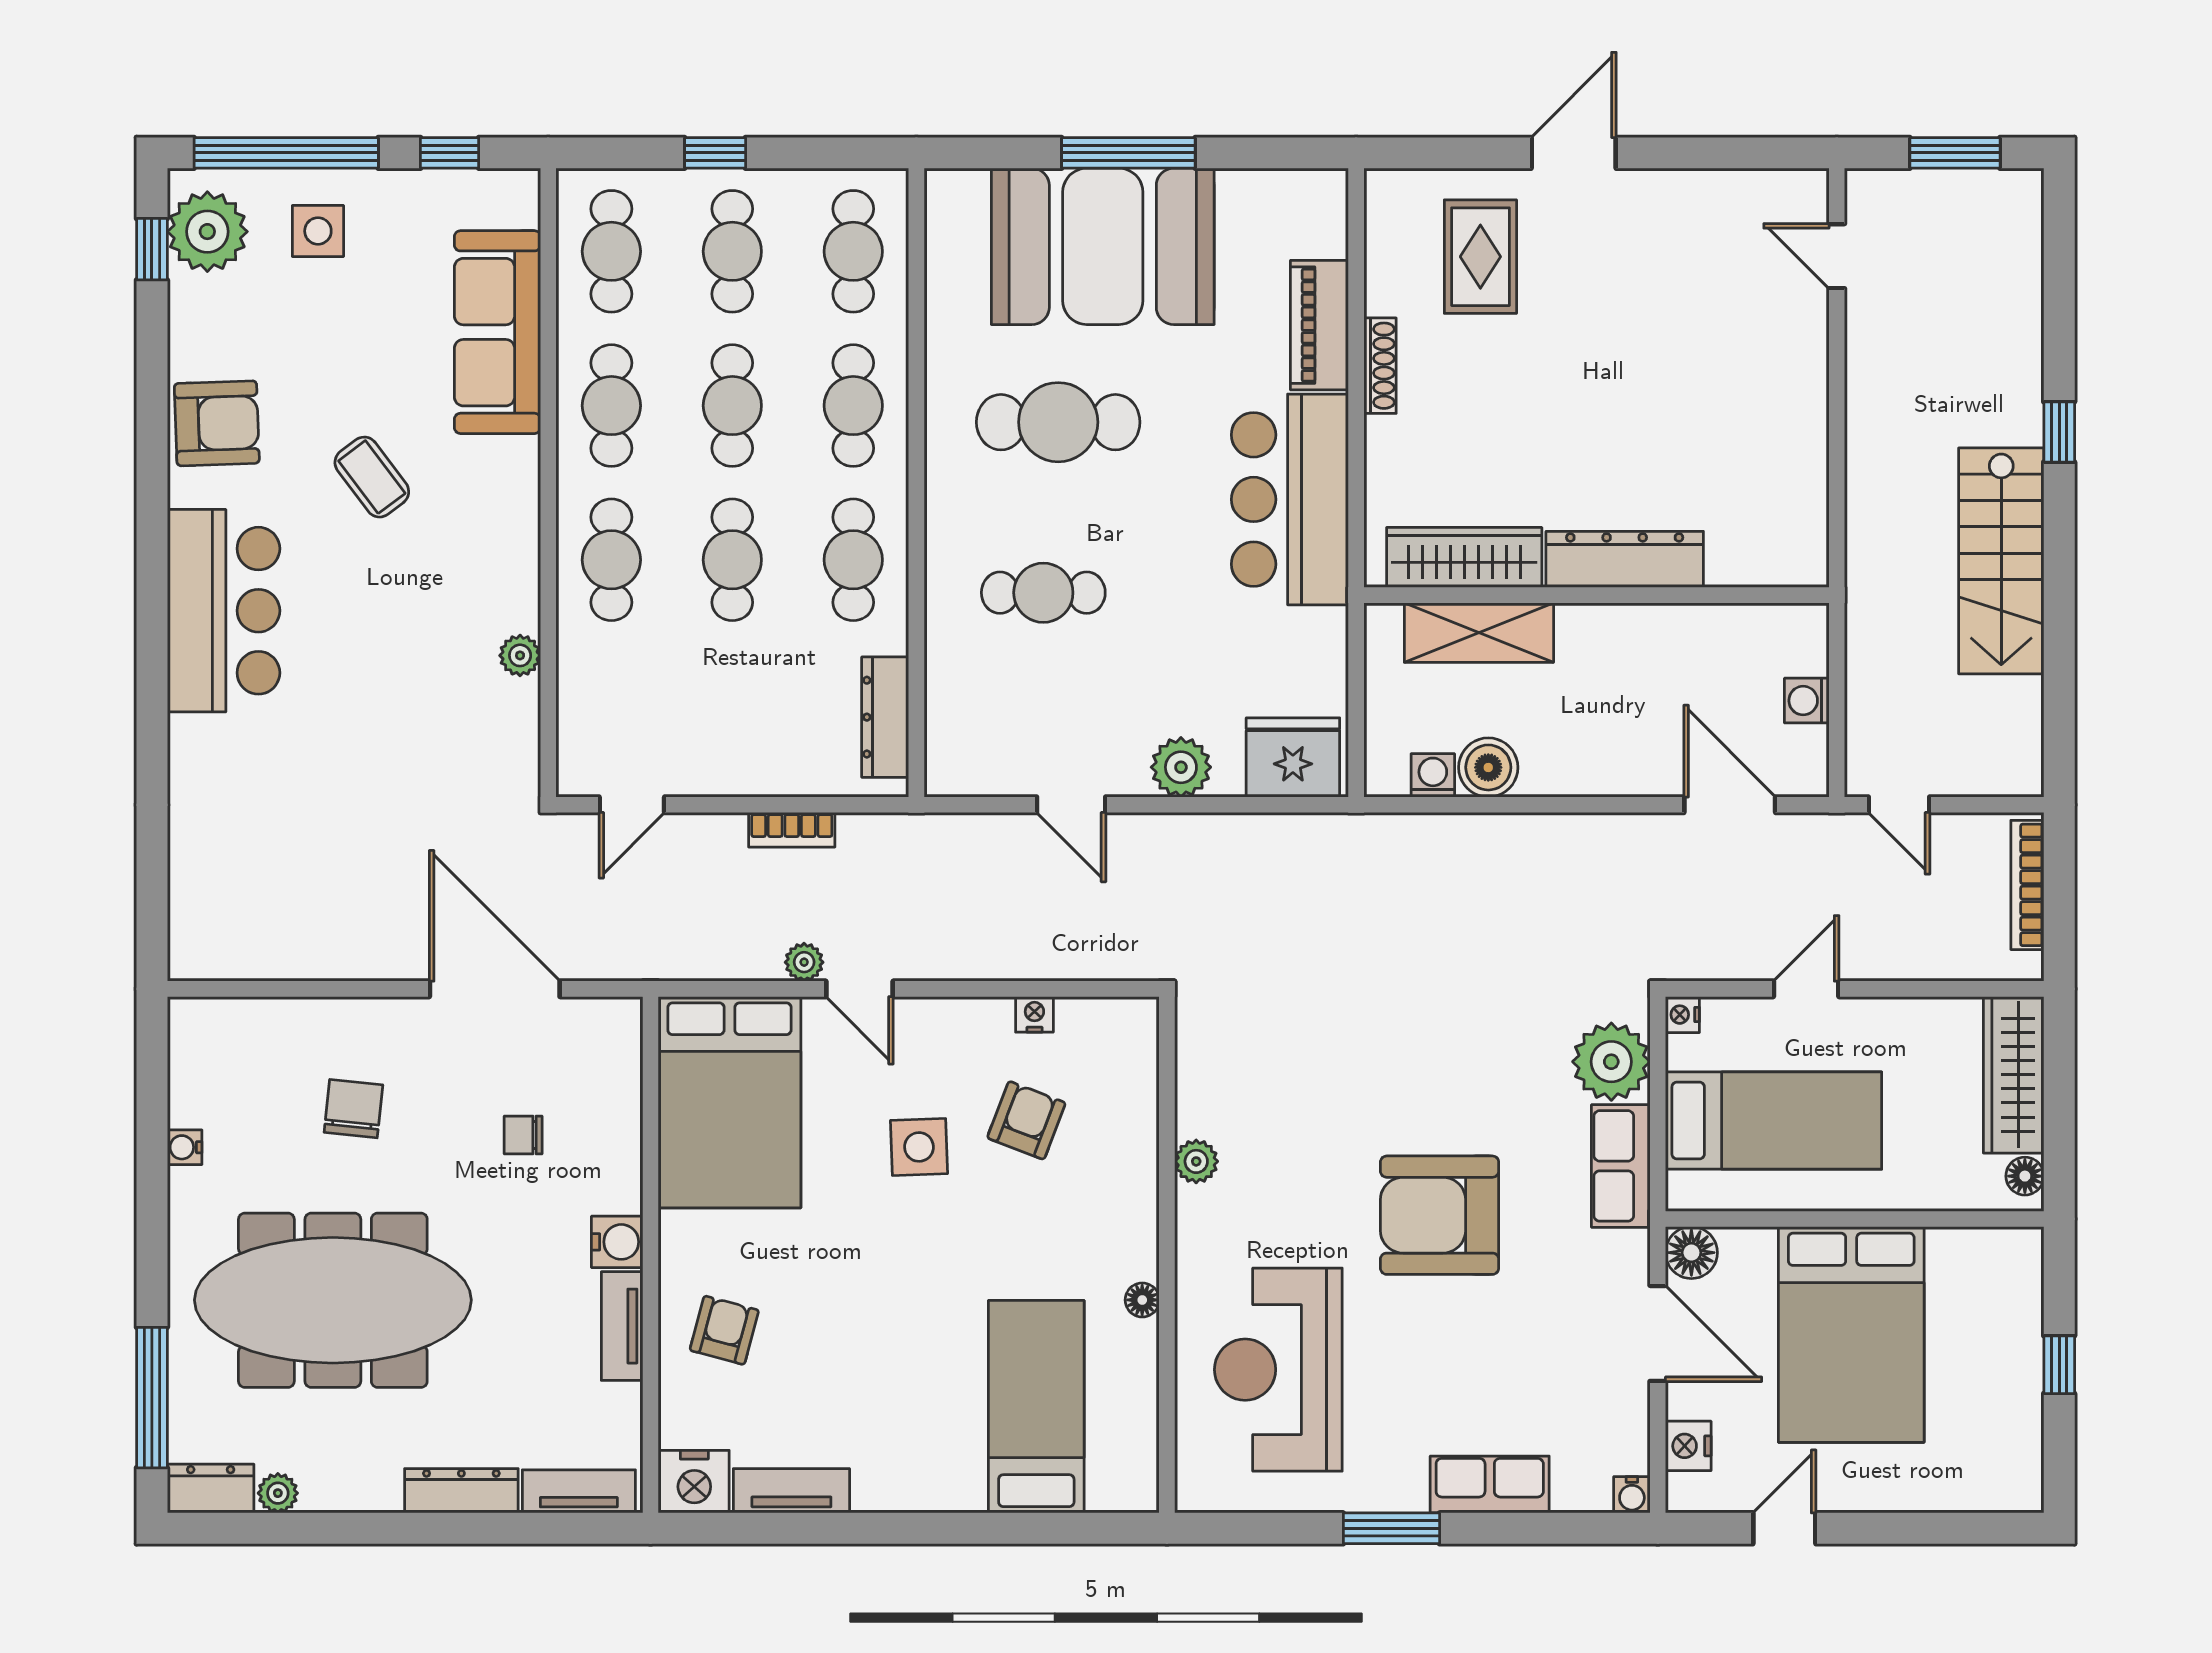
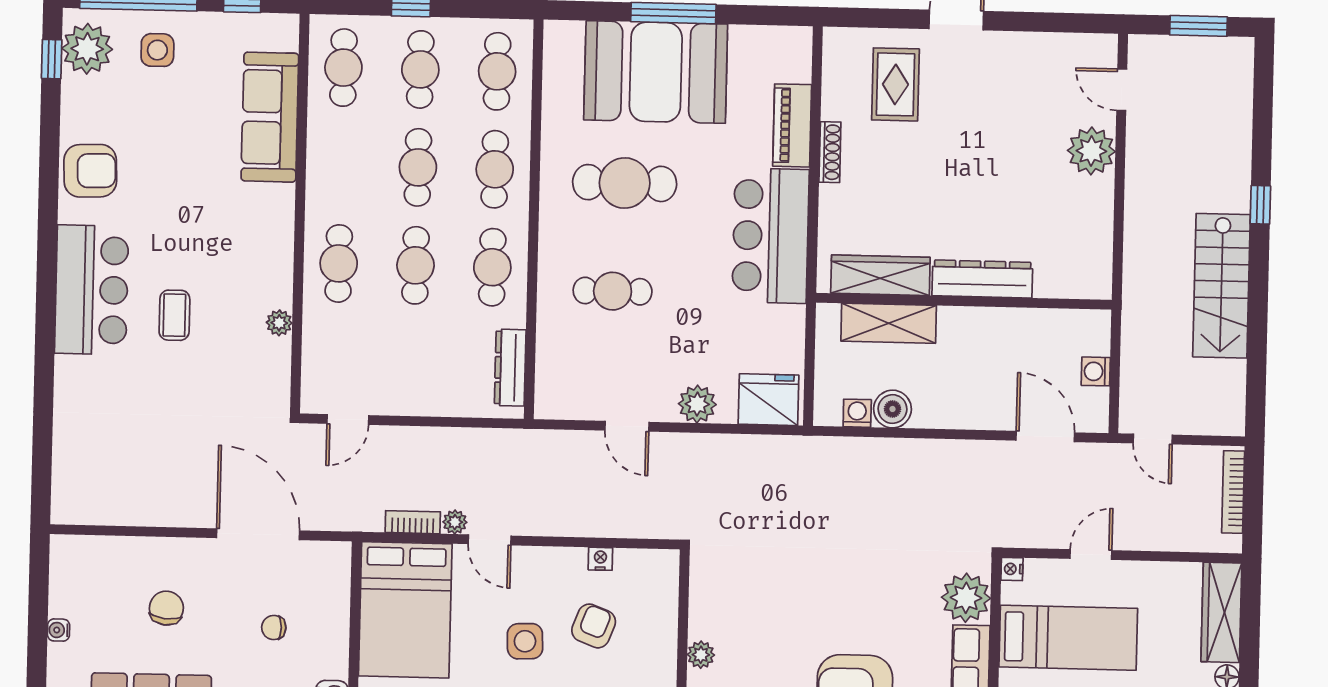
plant: (1791, 354) -> (1091, 151), added
cafe table: (611, 406) -> (341, 166), removed
coffee table: (372, 477) -> (174, 315), moved, turned 37
bookcase: (792, 830) -> (413, 522), moved, turned 180

